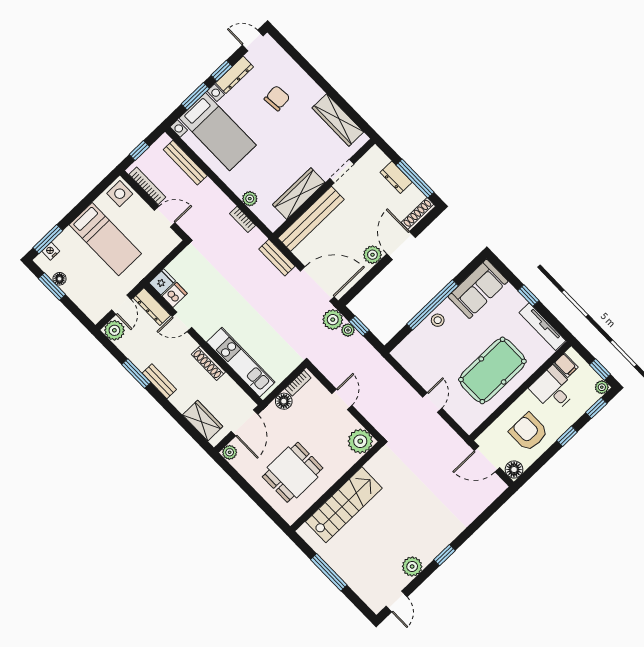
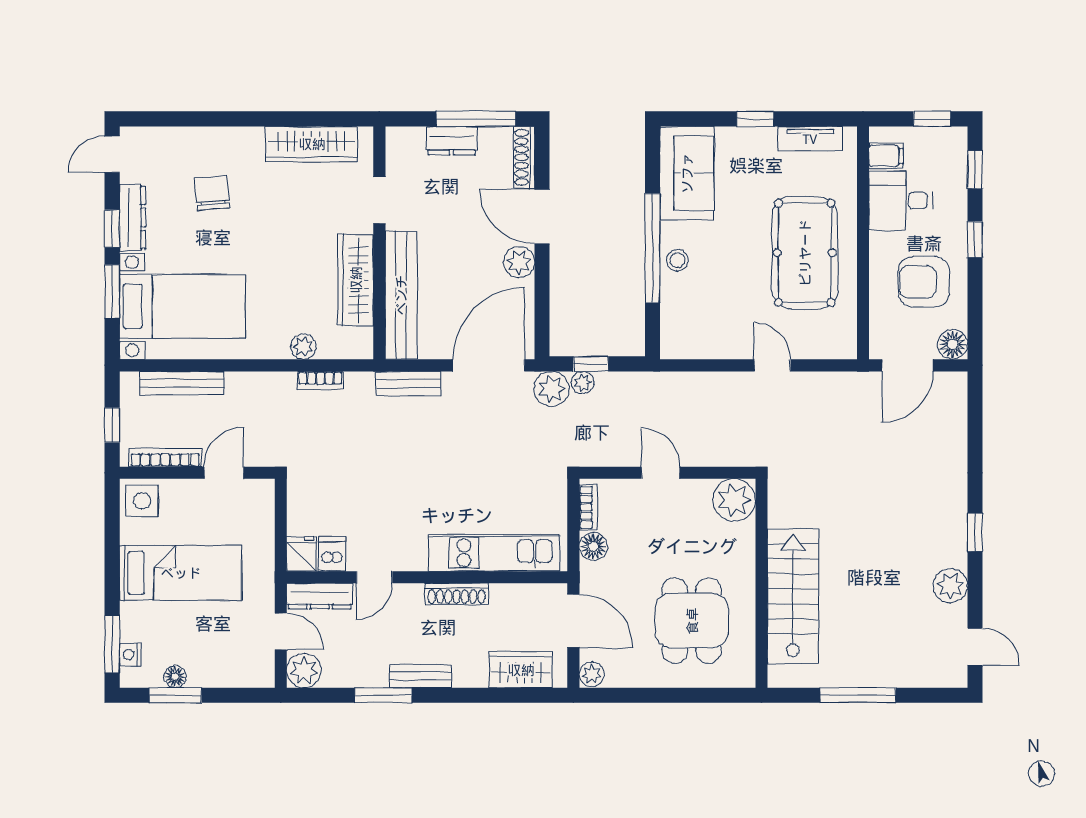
tv unit: (542, 327) -> (810, 139), width x0.71
plant: (602, 387) -> (956, 138), removed

